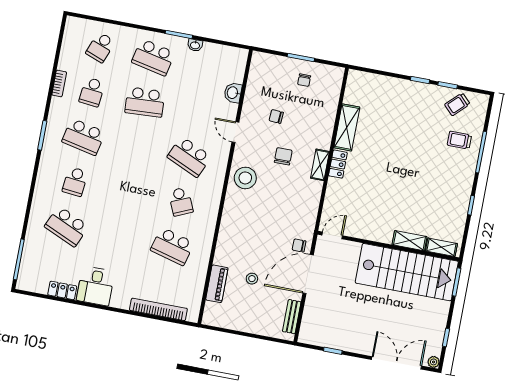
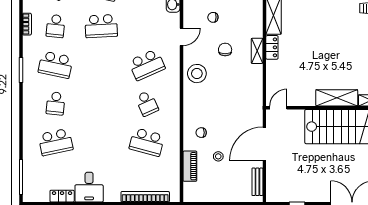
door: (235, 132) -> (181, 37), swing flipped
school desk: (189, 157) -> (147, 65), turned -48
school desk: (67, 226) -> (56, 142), turned -36
shelving: (410, 241) -> (337, 98), width x1.50, depth x1.33
chair: (299, 245) -> (201, 133), moved

